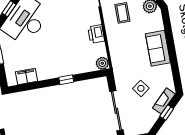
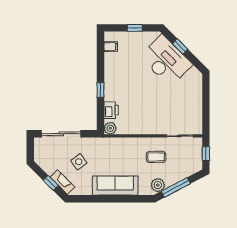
printer: (96, 34) -> (111, 110), moved, turned 90
sofa: (158, 48) -> (115, 186), width x1.36
filing cabinet: (27, 76) -> (111, 47), width x0.50

